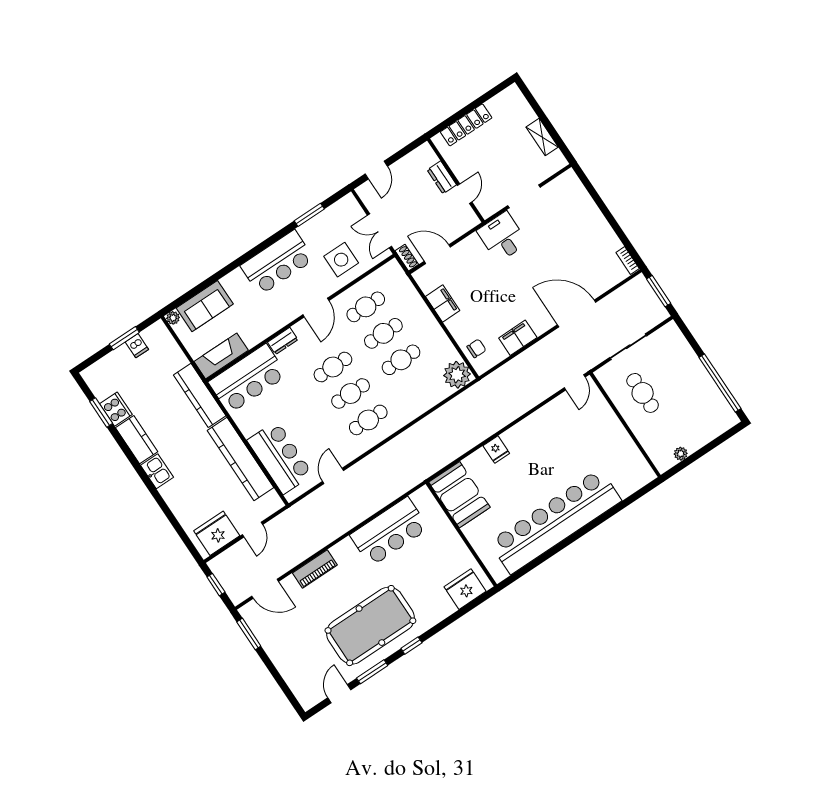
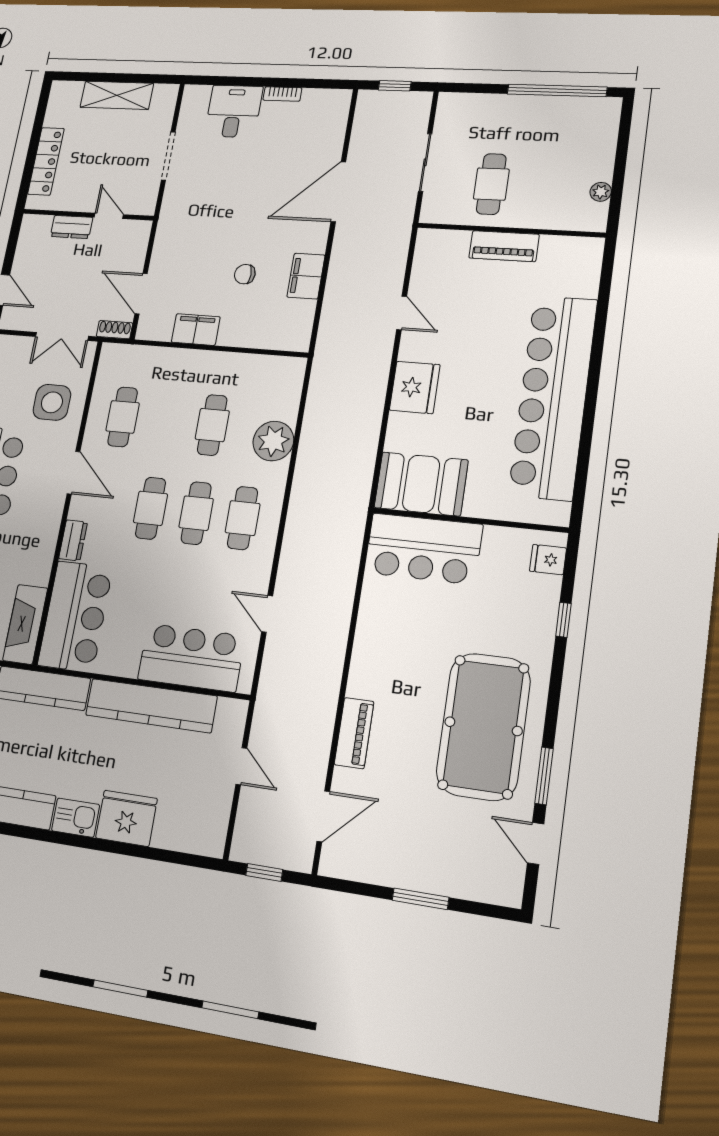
shelving: (542, 137) -> (117, 95), width x1.50, depth x1.33
desk: (502, 237) -> (234, 111), moved, turned 90
door: (437, 254) -> (141, 294), hinge flipped
bookcase: (628, 260) -> (282, 94), moved
window: (659, 291) -> (395, 86), width x0.67
cafe table: (383, 333) -> (167, 421), removed
chair: (476, 348) -> (245, 274), moved, turned -90
plant: (457, 375) -> (273, 441), moved
door: (575, 382) -> (402, 313), moved
cafe table: (643, 393) -> (491, 184), turned 90
piano: (614, 429) -> (504, 246), added
fridge: (496, 450) -> (415, 387), width x1.88, depth x1.34
bar counter: (389, 532) -> (423, 549), moved, turned 90
fridge: (217, 533) -> (126, 818), moved, turned 90
fridge: (465, 589) -> (548, 560), width x0.53, depth x0.75
window: (249, 634) -> (421, 899), moved
window: (411, 646) -> (563, 620), moved

